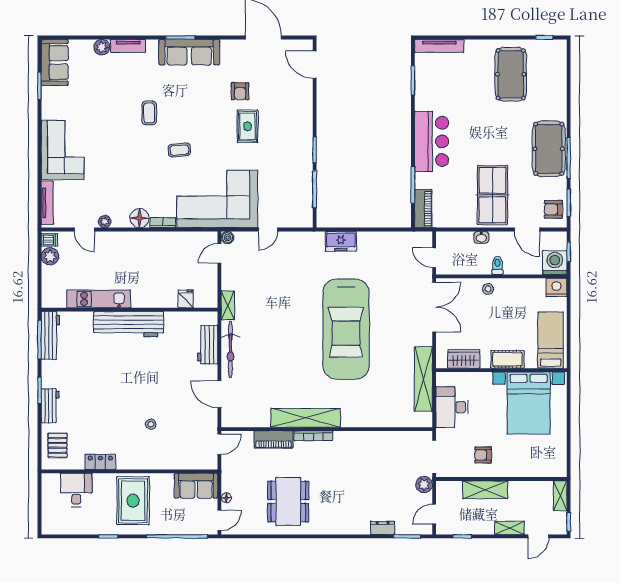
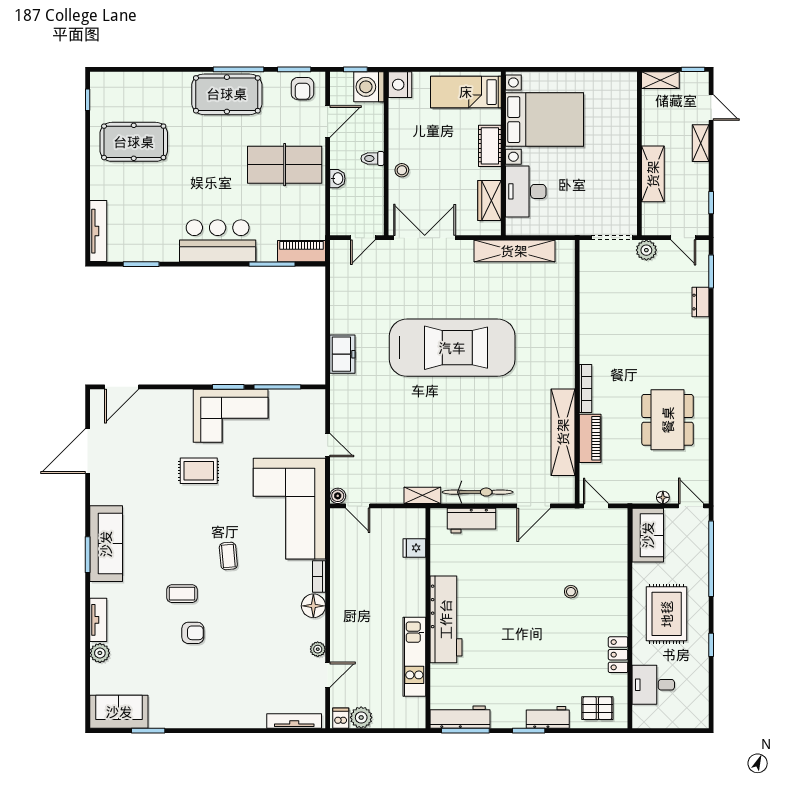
armchair: (240, 91) -> (193, 633), moved
corner sofa: (63, 150) -> (231, 416), moved, turned 180
desk: (452, 407) -> (526, 191), moved, turned 90
shelving: (306, 418) -> (563, 432), moved
armchair: (483, 455) -> (609, 176), removed
rug: (133, 501) -> (667, 614), turned 90
dining table: (288, 501) -> (668, 420), turned 90

